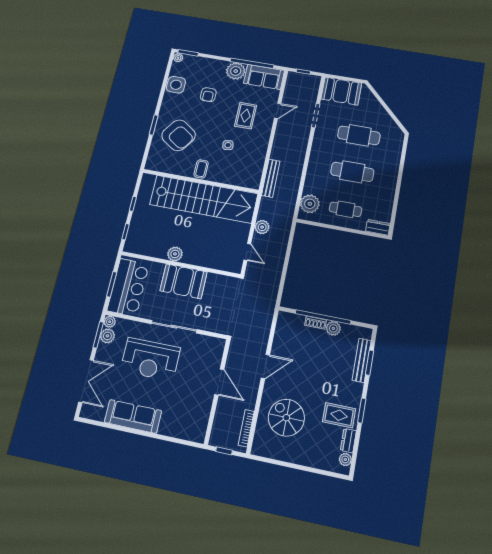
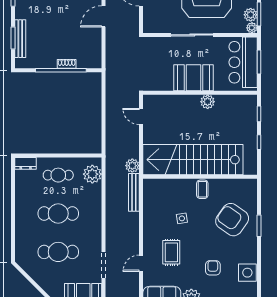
plant: (262, 227) -> (132, 166), moved
plant: (333, 328) -> (50, 62), removed

